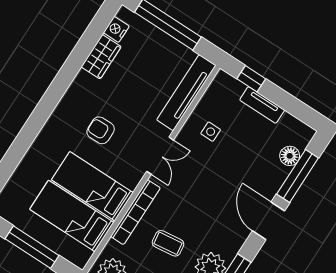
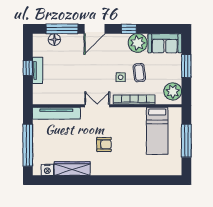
wardrobe: (101, 57) -> (72, 169), width x1.50
window: (251, 79) -> (28, 68), moved
armchair: (101, 130) -> (104, 144), turned -89
side table: (211, 132) -> (121, 77), moved
bed: (92, 186) -> (135, 130), removed

